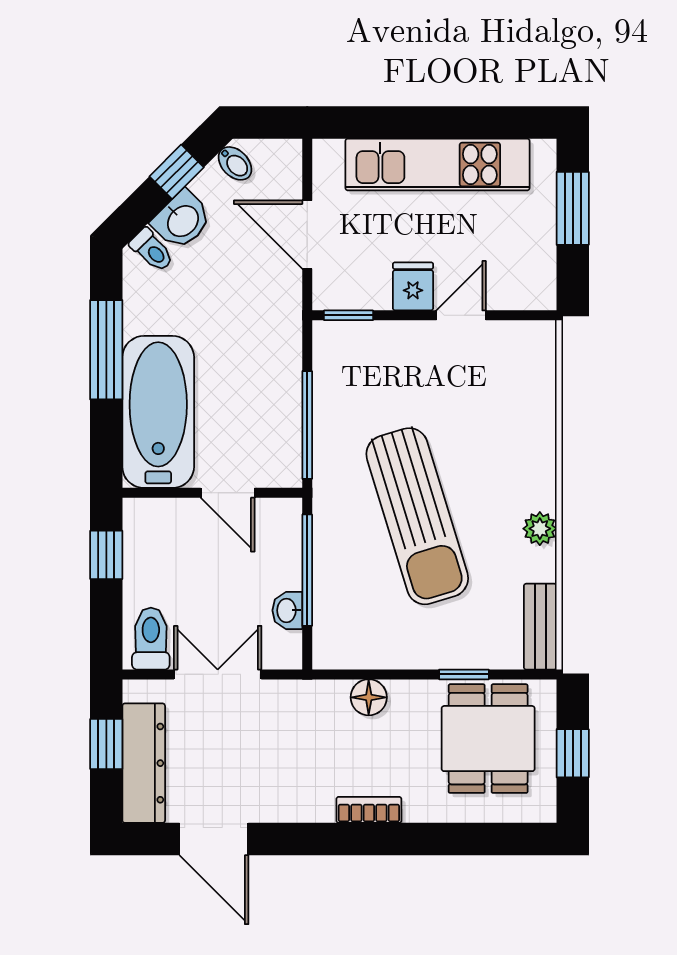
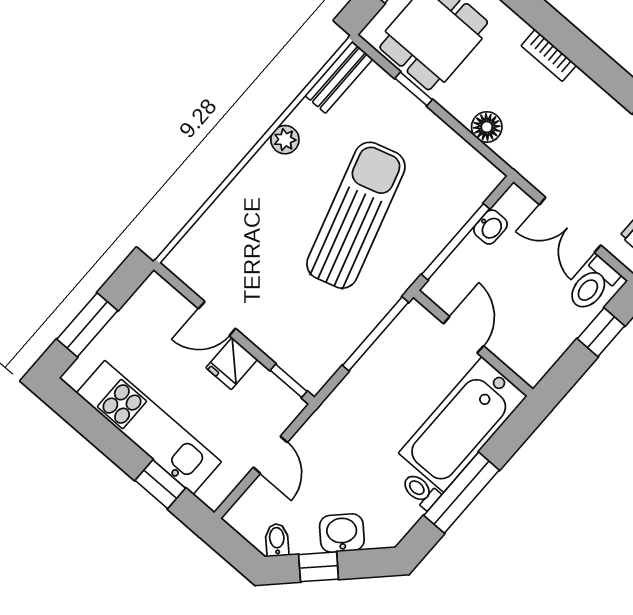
window: (383, 122) -> (160, 484), added
door: (307, 235) -> (270, 455), width x0.73
toilet: (152, 250) -> (421, 491), moved, turned -45
window: (106, 555) -> (601, 332), moved

